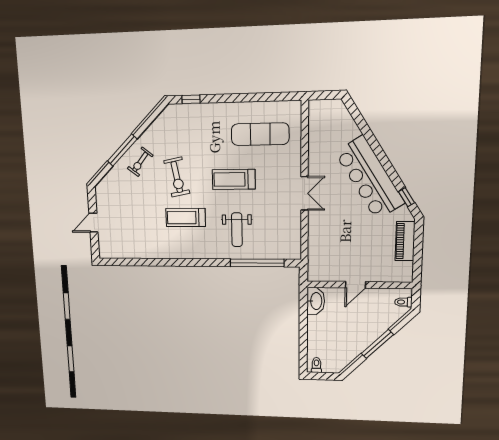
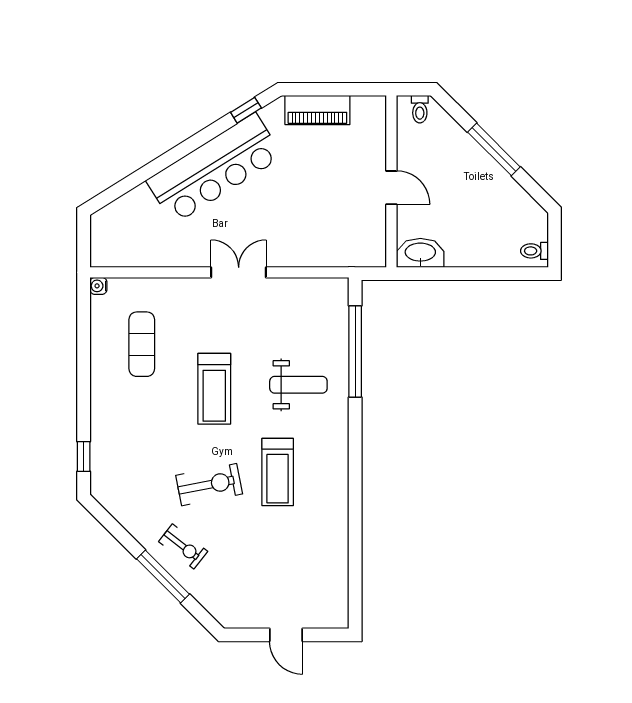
water cooler: (296, 106) -> (98, 286), added
exercise mat: (260, 134) -> (142, 344), width x0.73, depth x0.69

